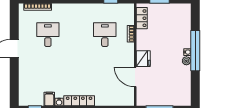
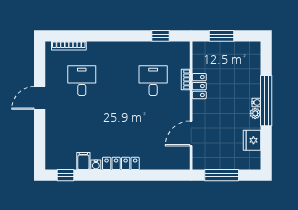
locker: (142, 18) -> (199, 86), moved
fridge: (143, 59) -> (252, 140), moved, turned 180
door: (135, 77) -> (191, 133), hinge flipped

